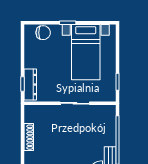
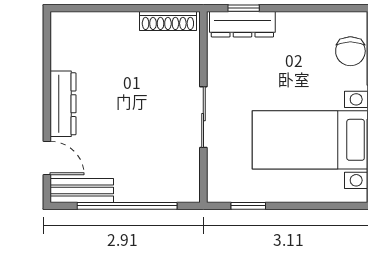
shoe rack: (29, 137) -> (168, 21), moved

